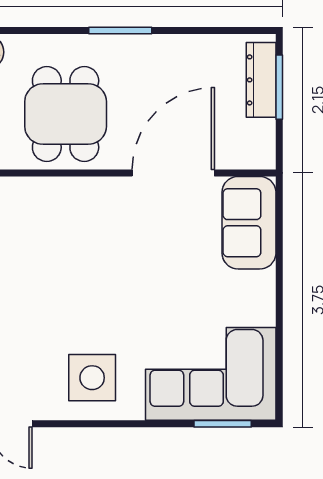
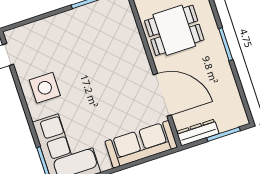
dresser: (261, 80) -> (198, 133), moved
sofa: (249, 223) -> (141, 144), width x1.36

